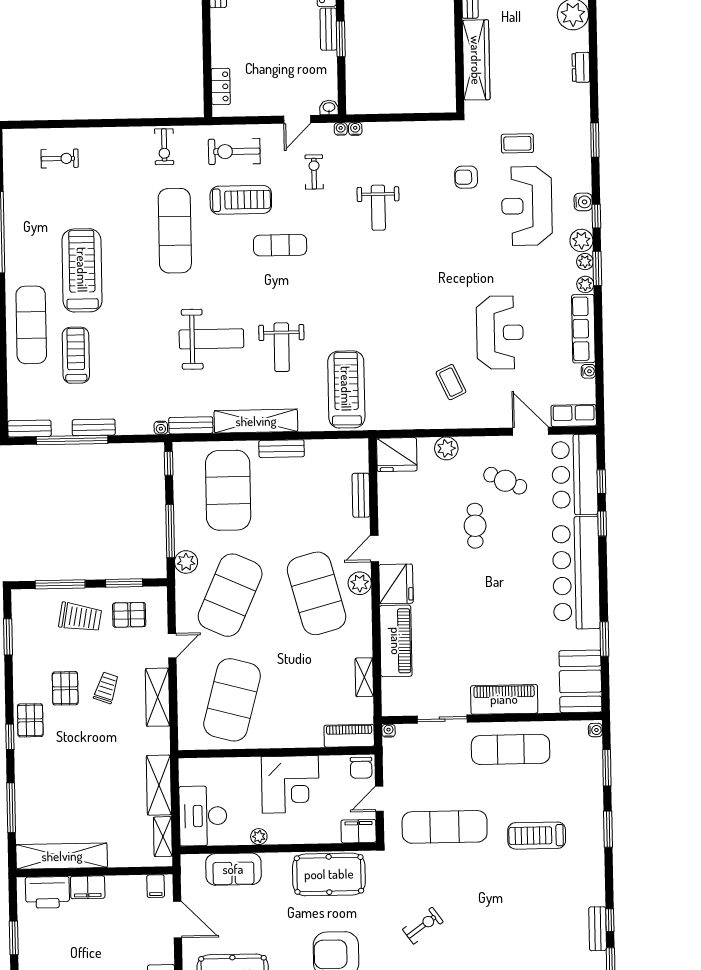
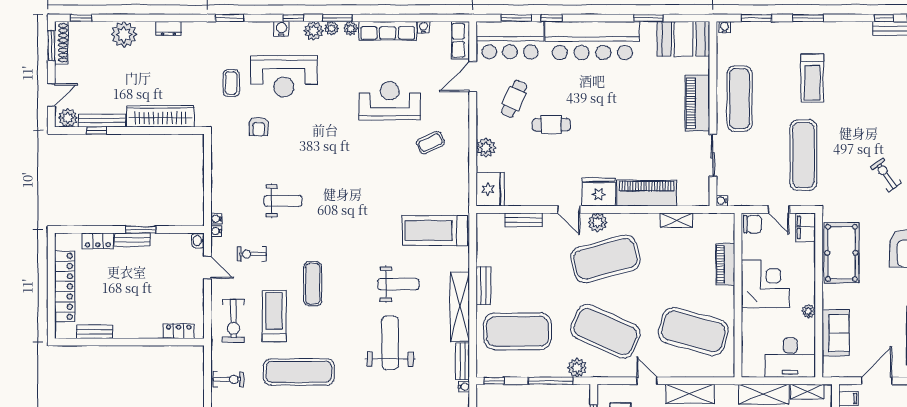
window: (601, 482) -> (516, 18), width x1.50
piano: (349, 736) -> (725, 264), moved

